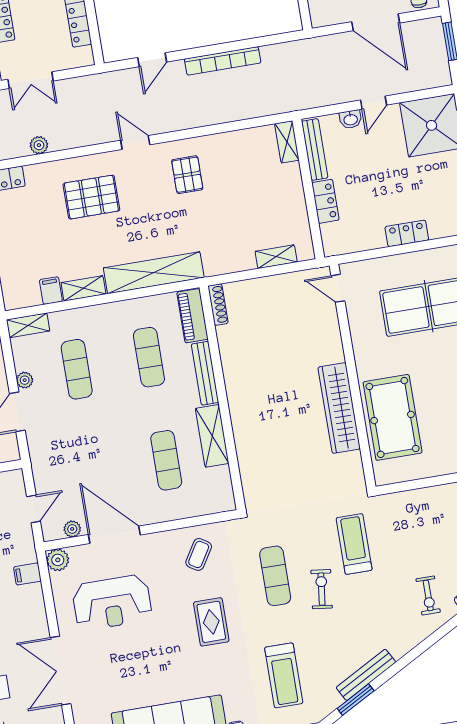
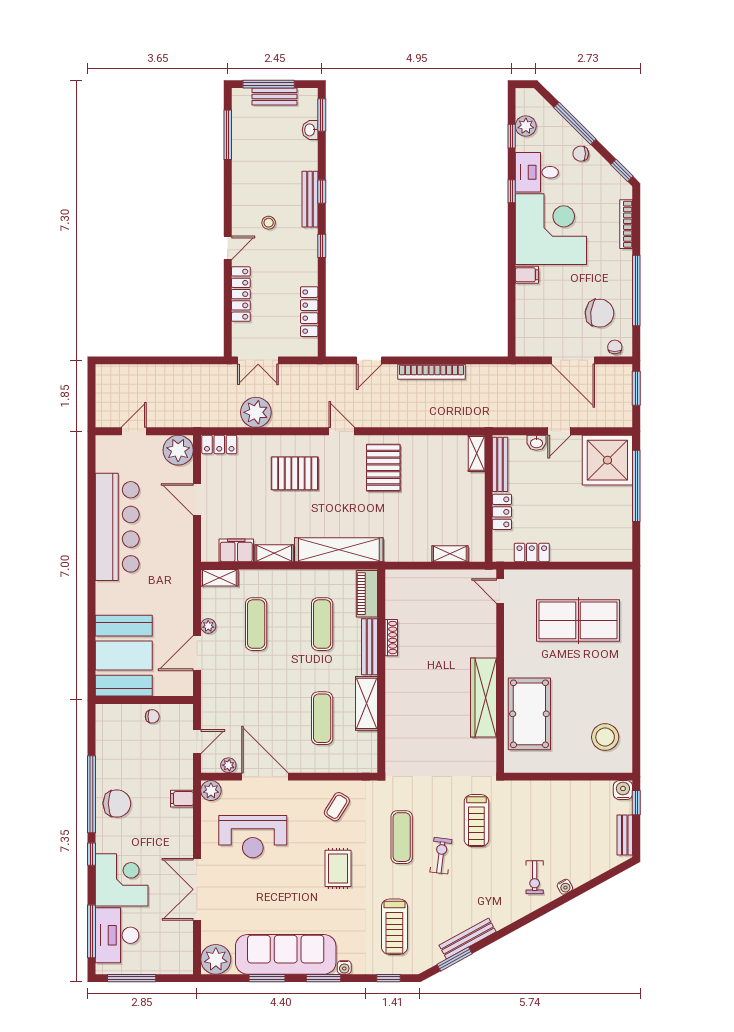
plant: (39, 145) -> (256, 412), width x1.87, depth x1.87
pallet: (187, 175) -> (383, 468), width x1.50, depth x1.42
locker: (407, 233) -> (532, 552), moved
filing cabinet: (51, 291) -> (236, 550), width x2.00
shoe rack: (218, 305) -> (391, 638), moved
treadmill: (354, 544) -> (476, 821), turned 180

